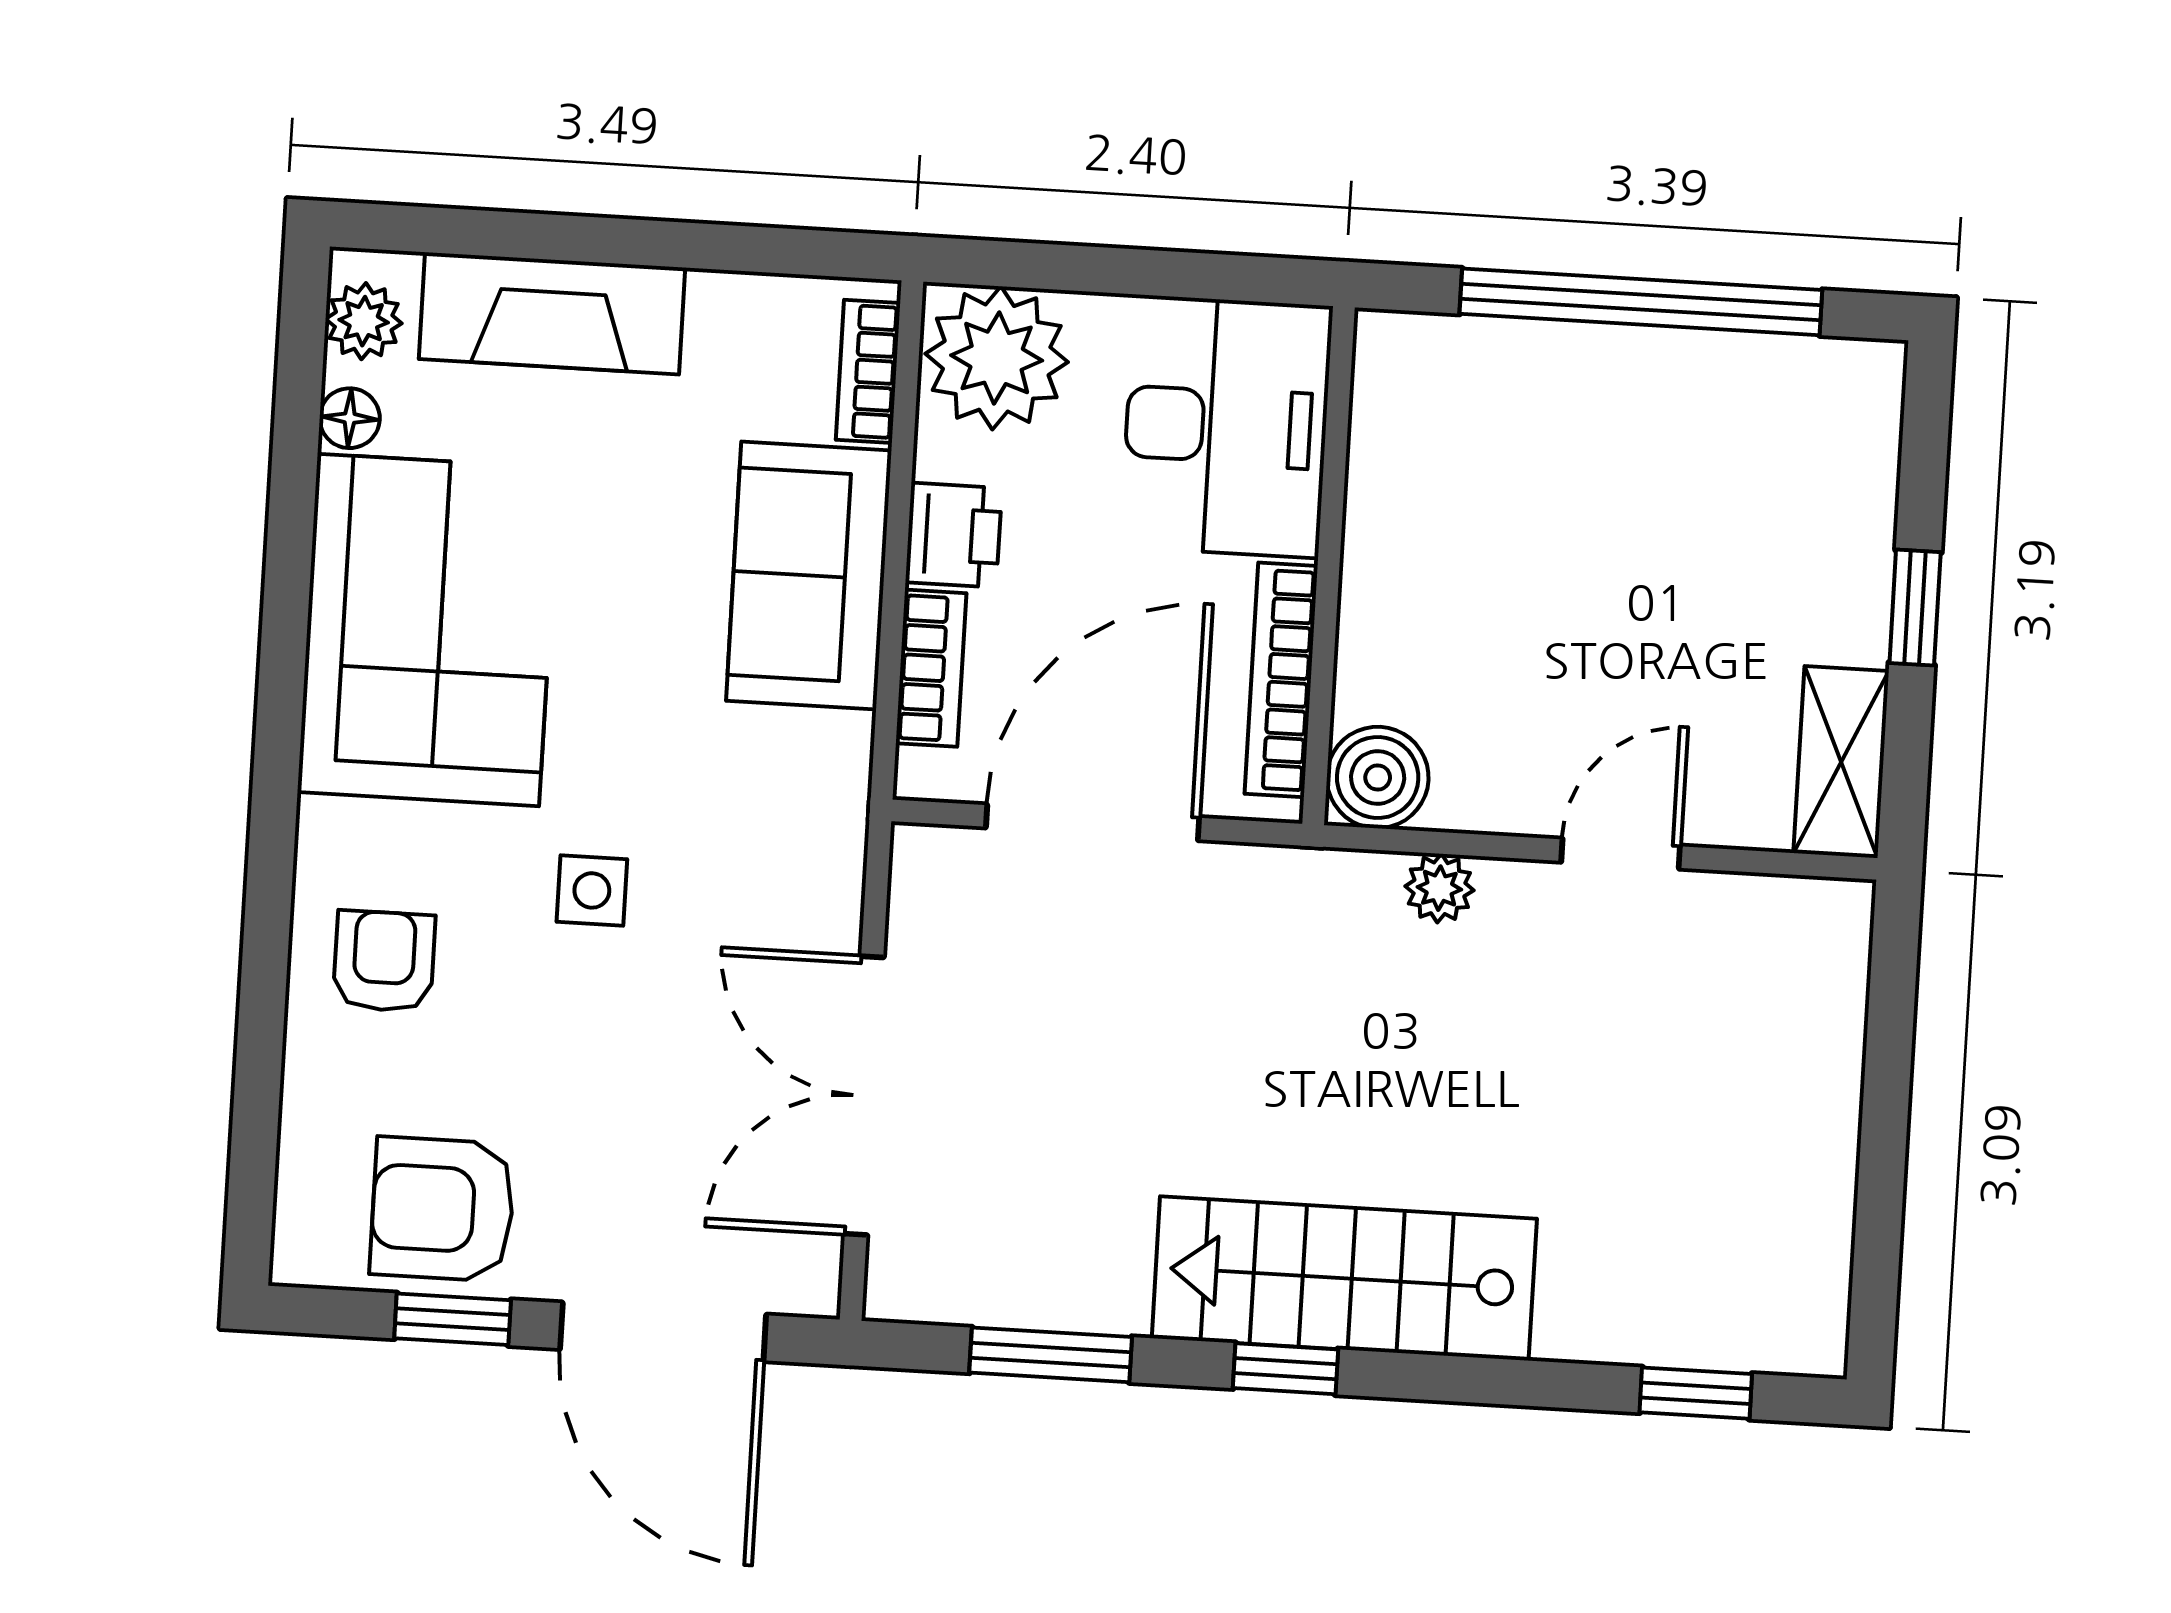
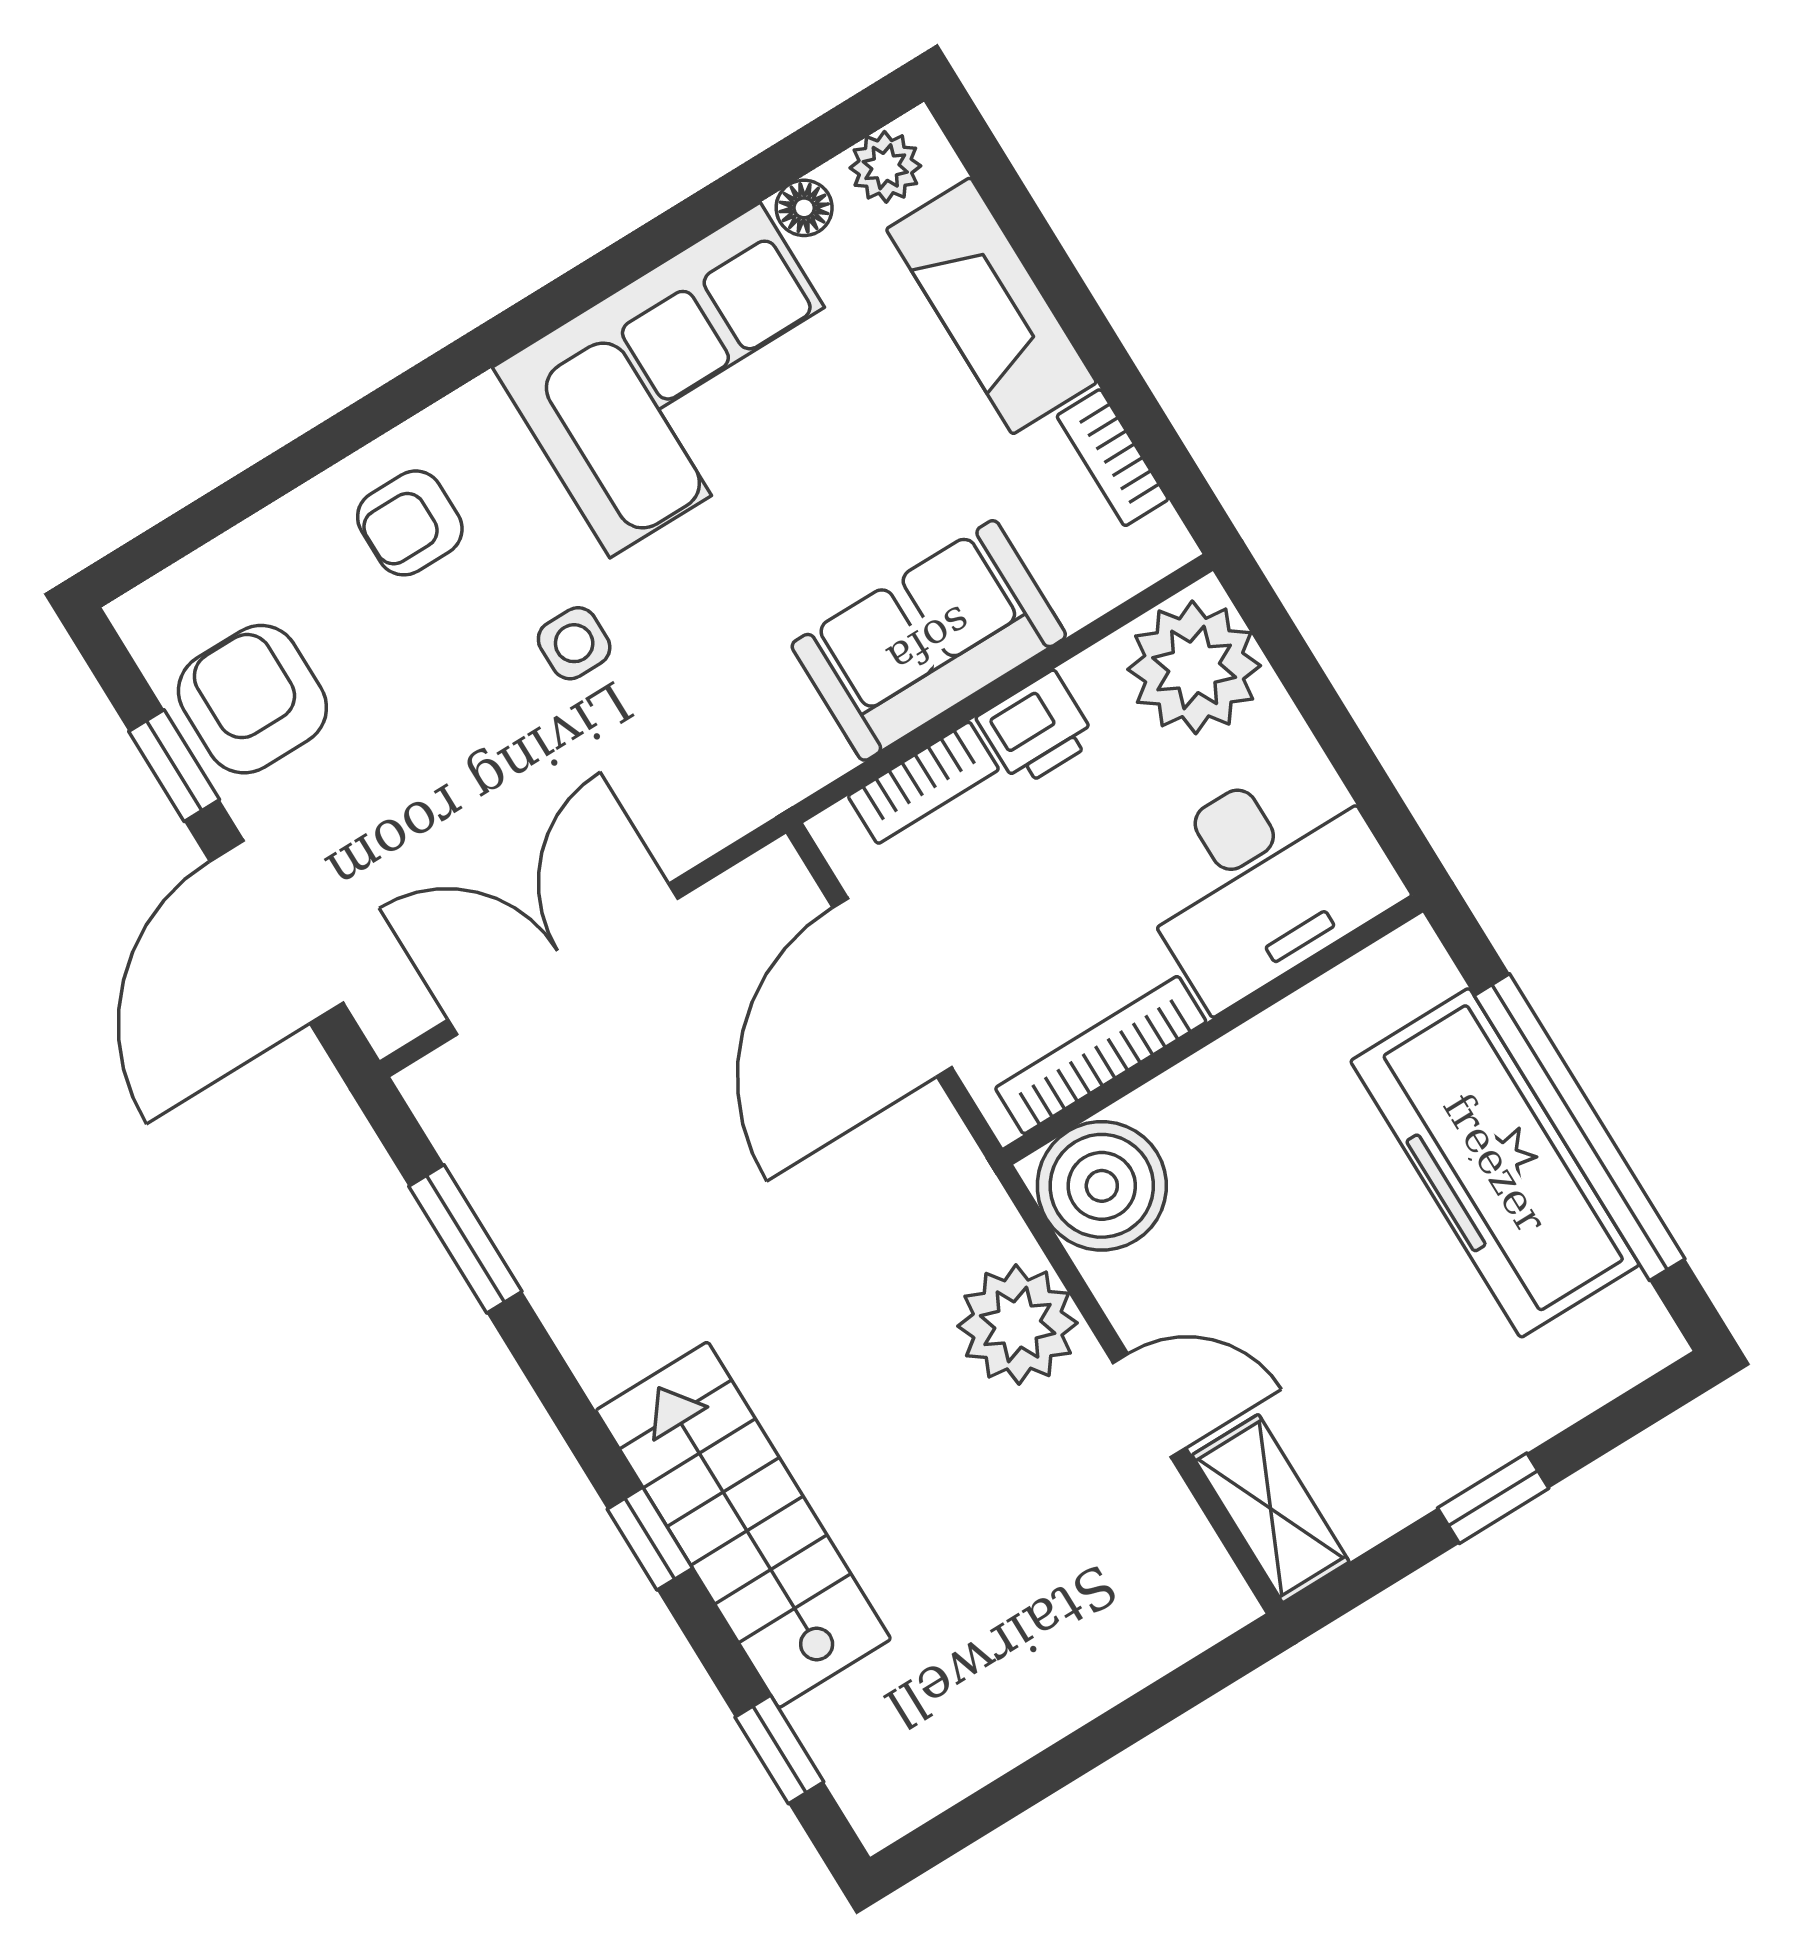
bookcase: (868, 371) -> (1112, 458), moved, turned -90
freezer: (1620, 399) -> (1495, 1163), added
shelving: (1841, 762) -> (1271, 1509), moved, turned 90
boiler: (1378, 777) -> (1102, 1186), width x1.37, depth x1.37
door: (1093, 822) -> (892, 987), swing flipped
plant: (1439, 888) -> (1018, 1325), width x1.88, depth x1.88
armchair: (384, 961) -> (410, 523), turned 180
stairs: (1344, 1278) -> (743, 1525), moved
window: (1285, 1369) -> (650, 1539), moved

